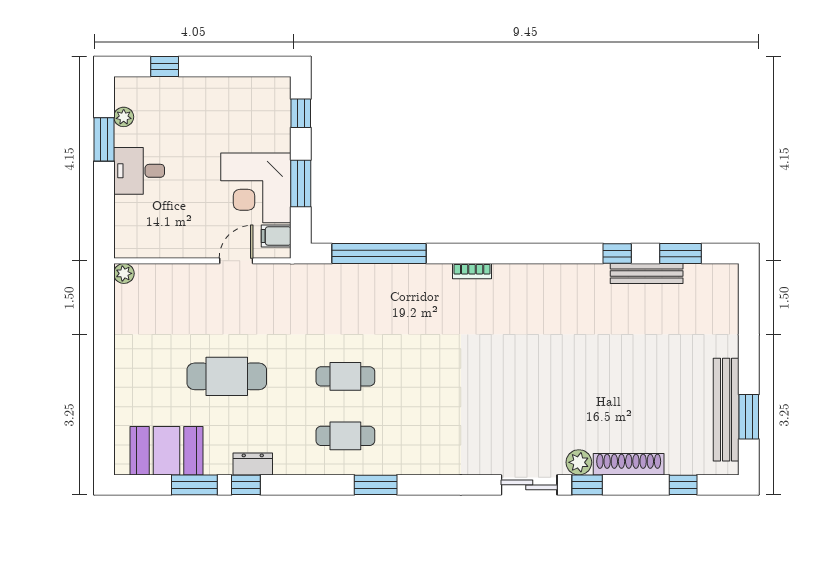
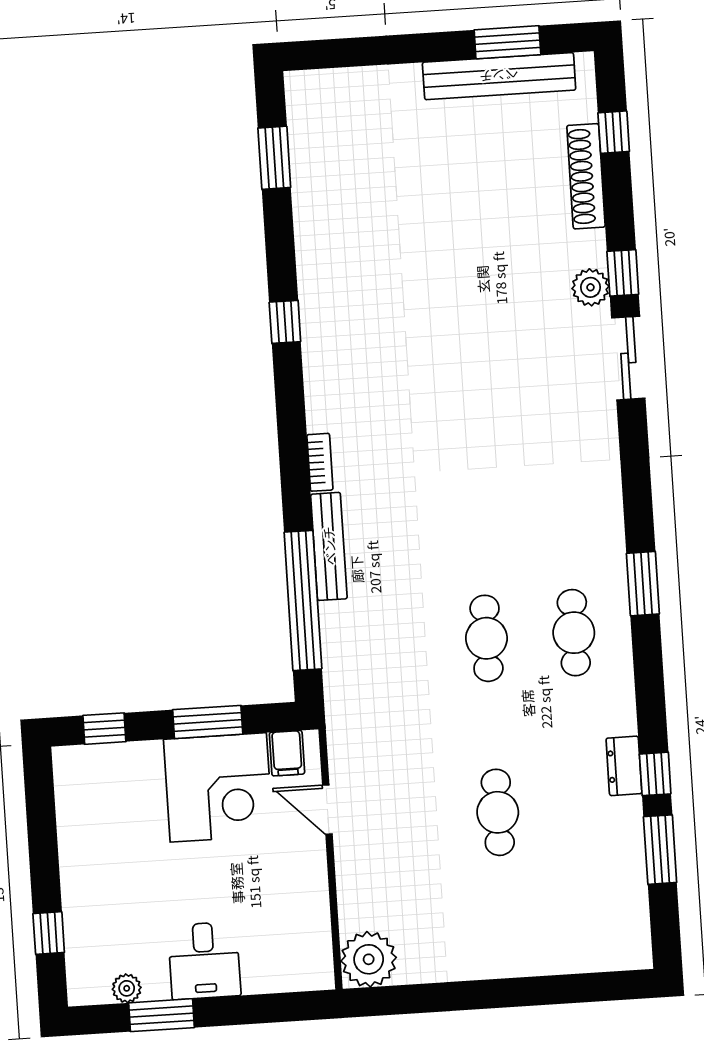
window: (617, 254) -> (285, 322), moved
plant: (124, 273) -> (369, 959), width x1.88, depth x1.88
bench: (647, 273) -> (329, 546), moved
cafe table: (227, 376) -> (498, 812), width x0.73, depth x0.74
booth: (167, 451) -> (613, 894), removed
shoe rack: (629, 464) -> (586, 176), moved

